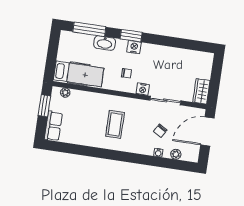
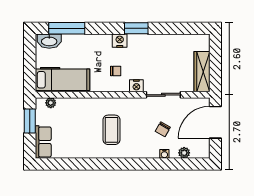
window: (131, 36) -> (136, 28), moved
washbasin: (105, 43) -> (49, 41), moved
wardrobe: (201, 91) -> (202, 72), width x1.50

